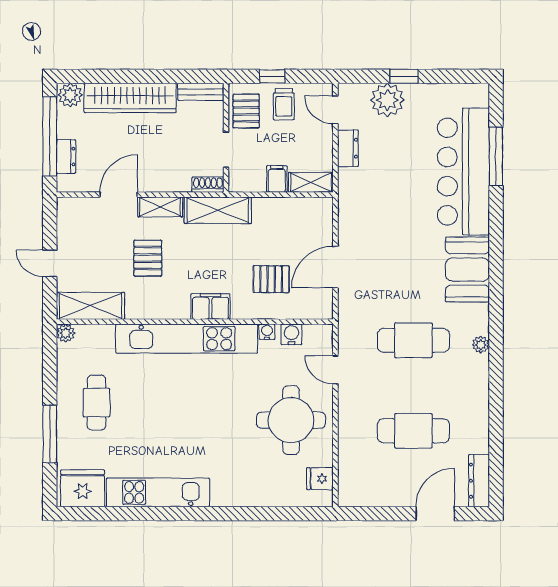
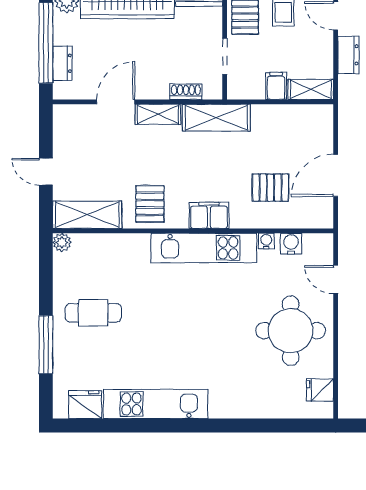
shoe rack: (208, 185) -> (186, 92), moved
pallet: (148, 258) -> (150, 204), moved
kitchen unit: (187, 339) -> (204, 248), width x0.73
cafe table: (96, 403) -> (93, 313), turned 90
fridge: (83, 488) -> (85, 405), width x0.73, depth x0.75

